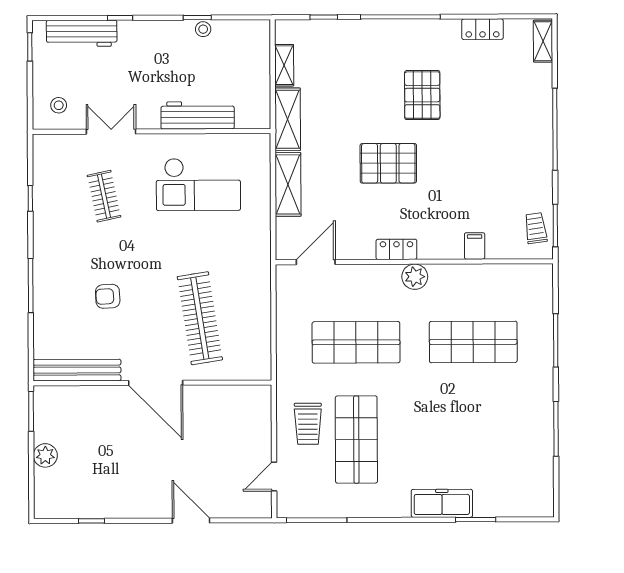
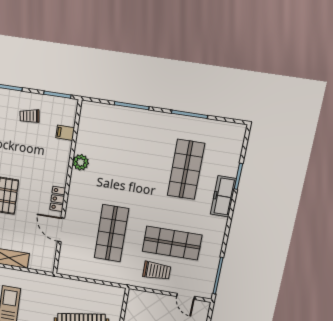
trolley: (536, 228) -> (30, 116), moved
filing cabinet: (475, 246) -> (65, 133), moved
door: (316, 262) -> (61, 230), moved
plant: (415, 277) -> (81, 162), moved
shop shelf: (473, 342) -> (186, 169), moved

